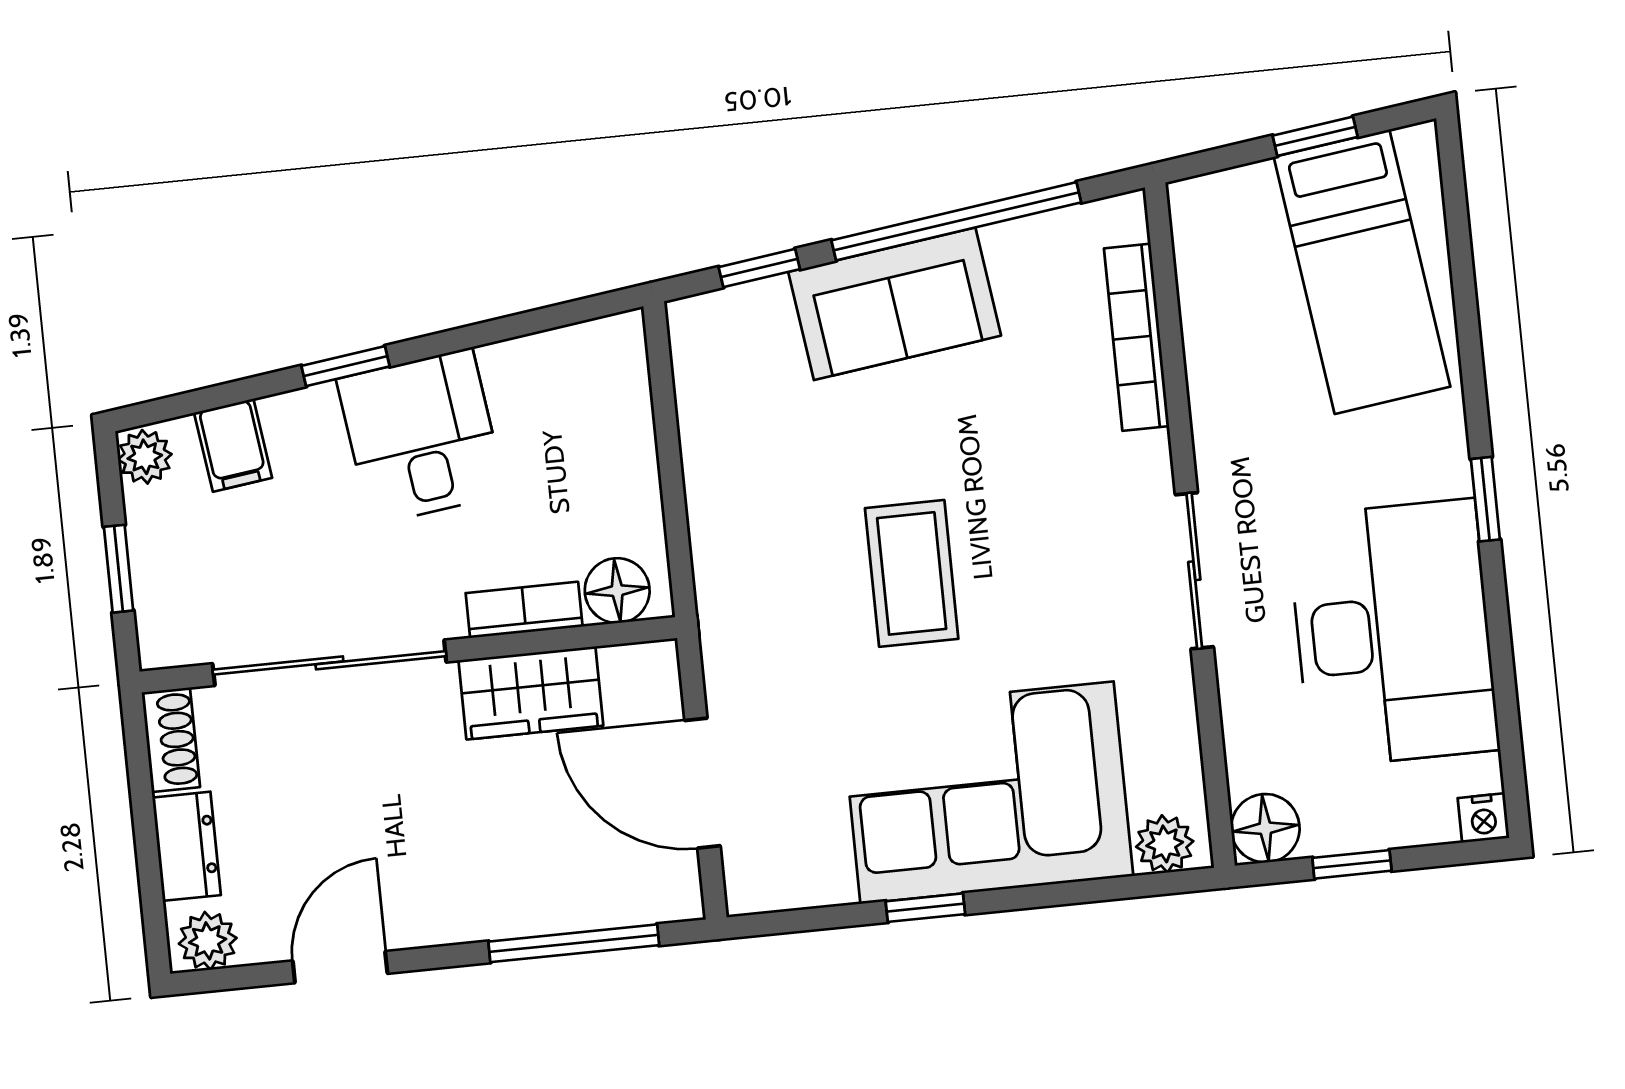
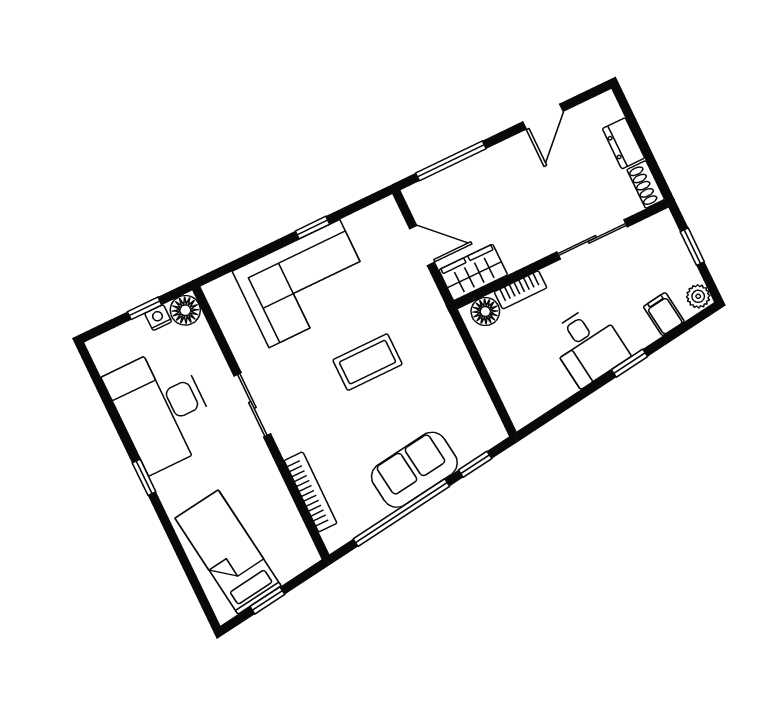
coffee table: (912, 573) -> (368, 362), turned 90
sliding door: (329, 663) -> (592, 239), width x0.73
wardrobe: (531, 693) -> (473, 272), moved
door: (702, 783) -> (422, 245), width x0.73
nightstand: (1484, 818) -> (158, 318), moved
plant: (1165, 844) -> (224, 289), removed
plant: (208, 941) -> (601, 108), removed

